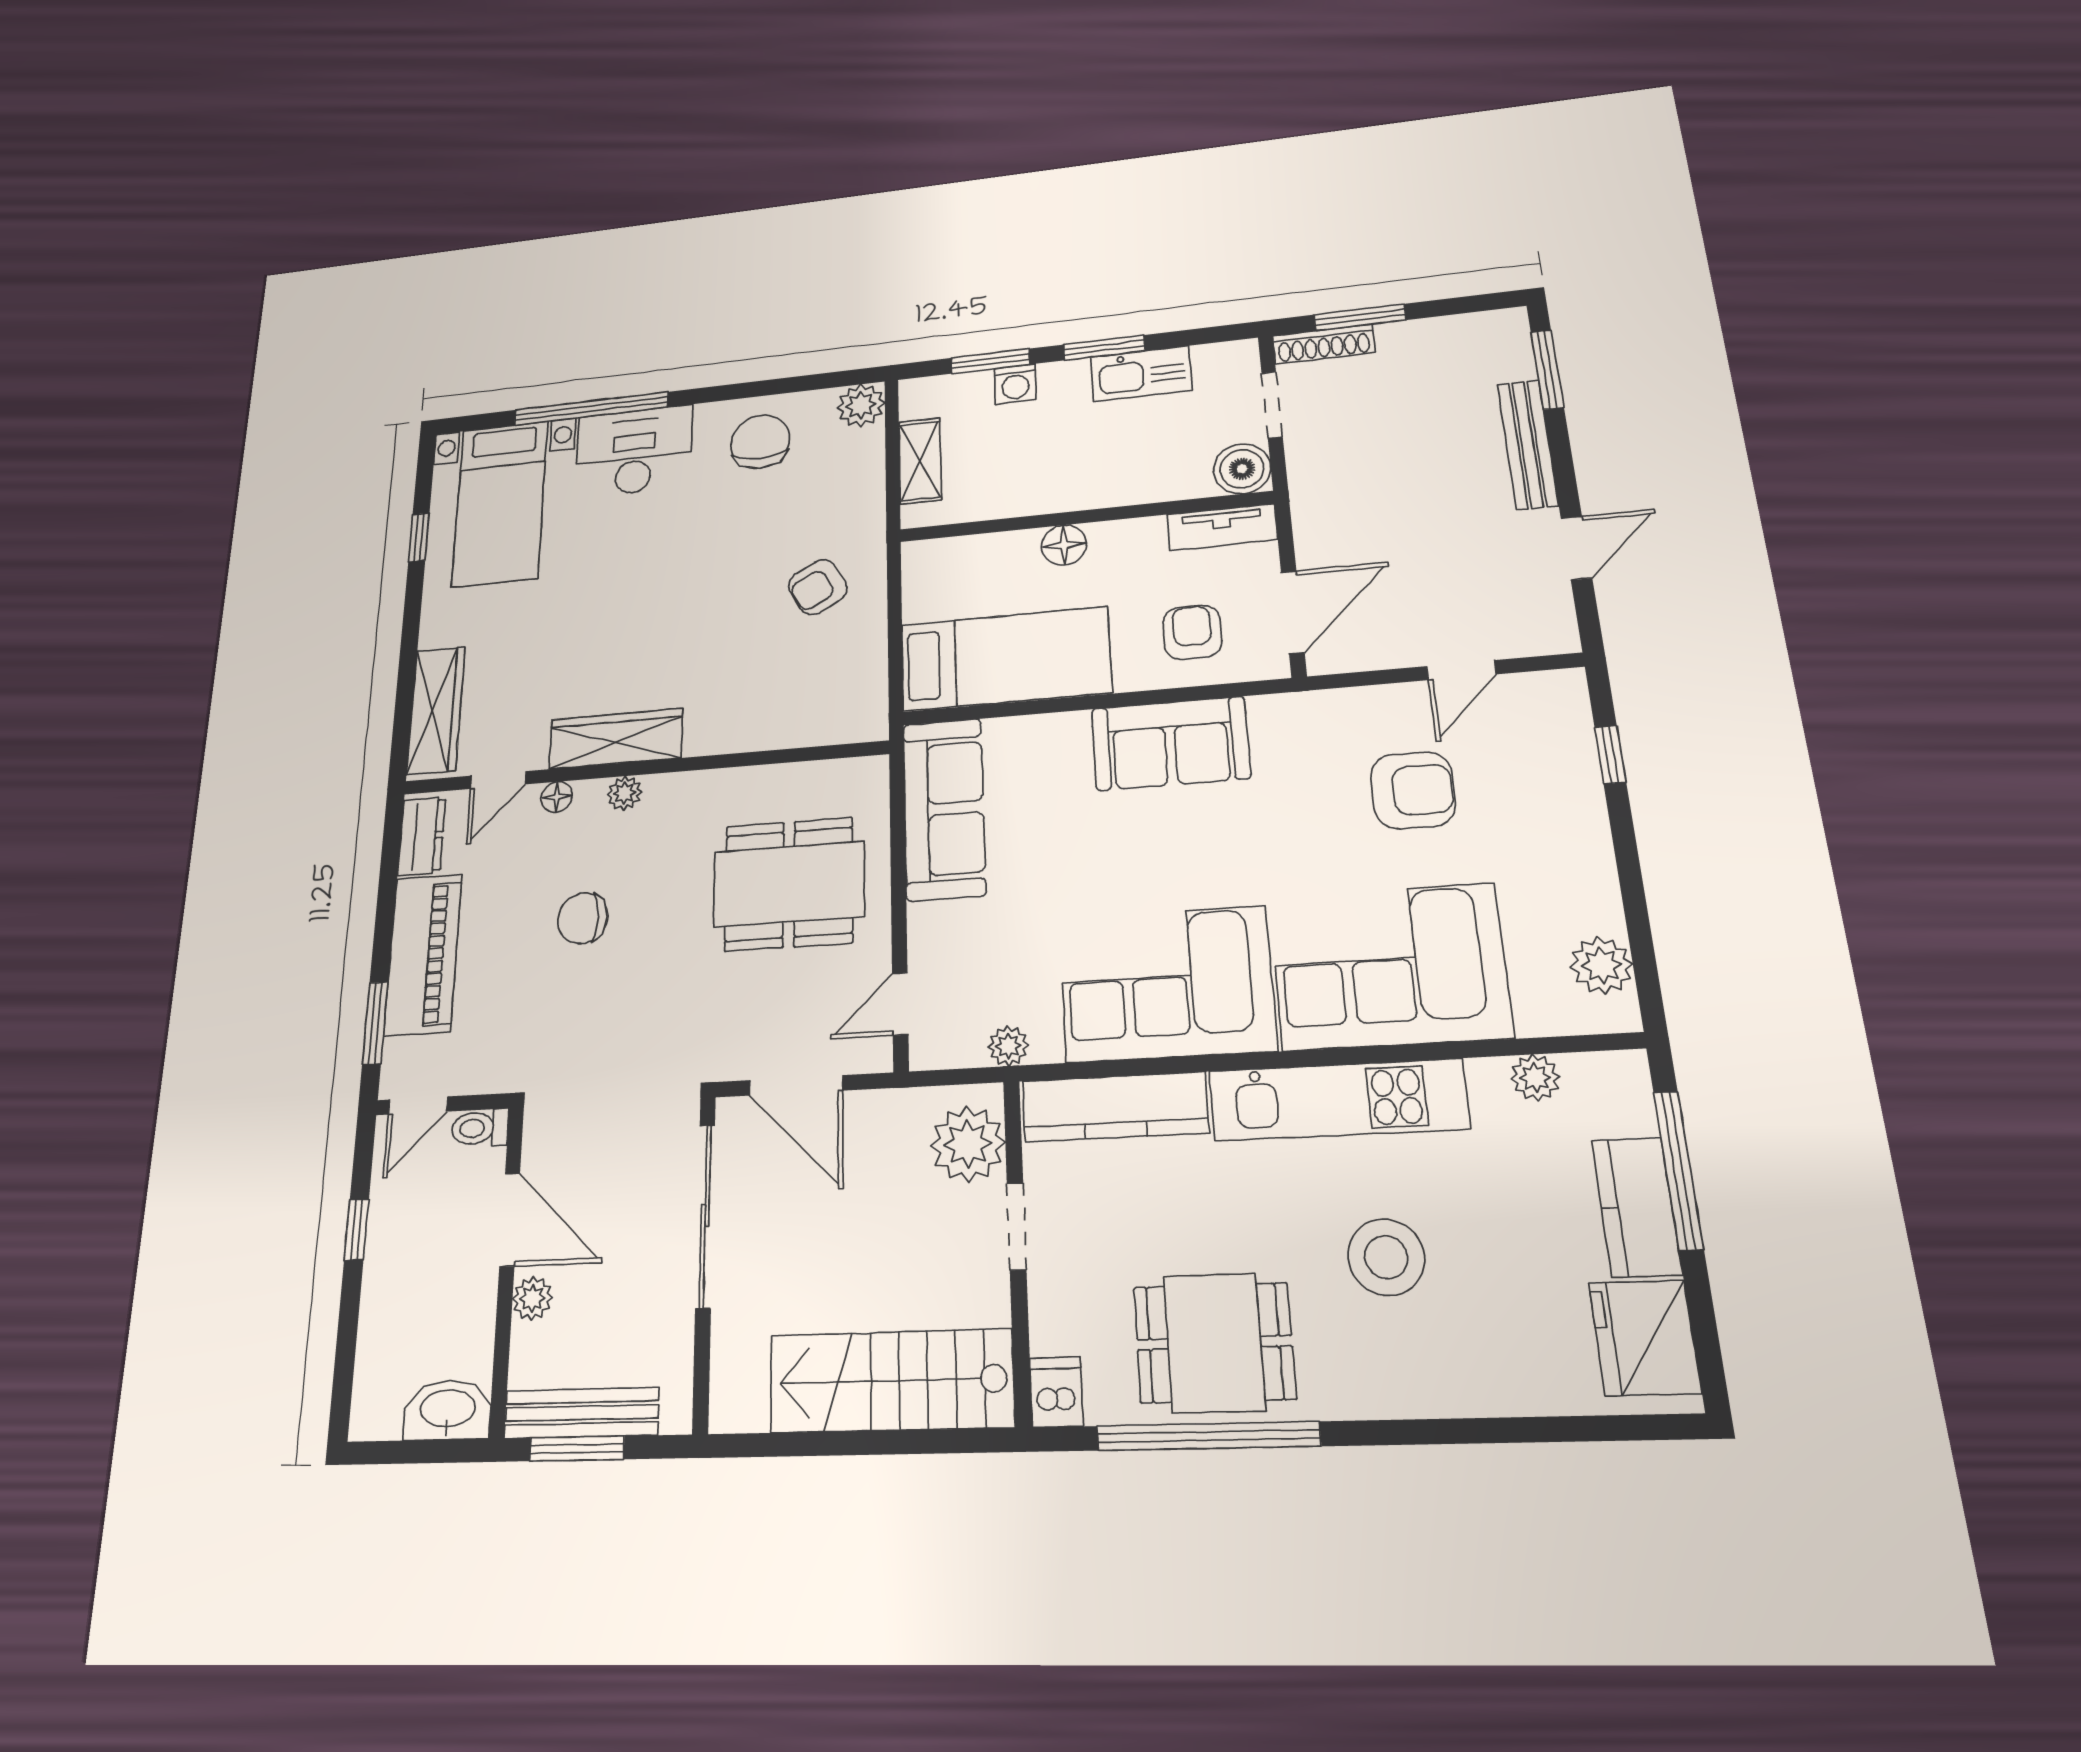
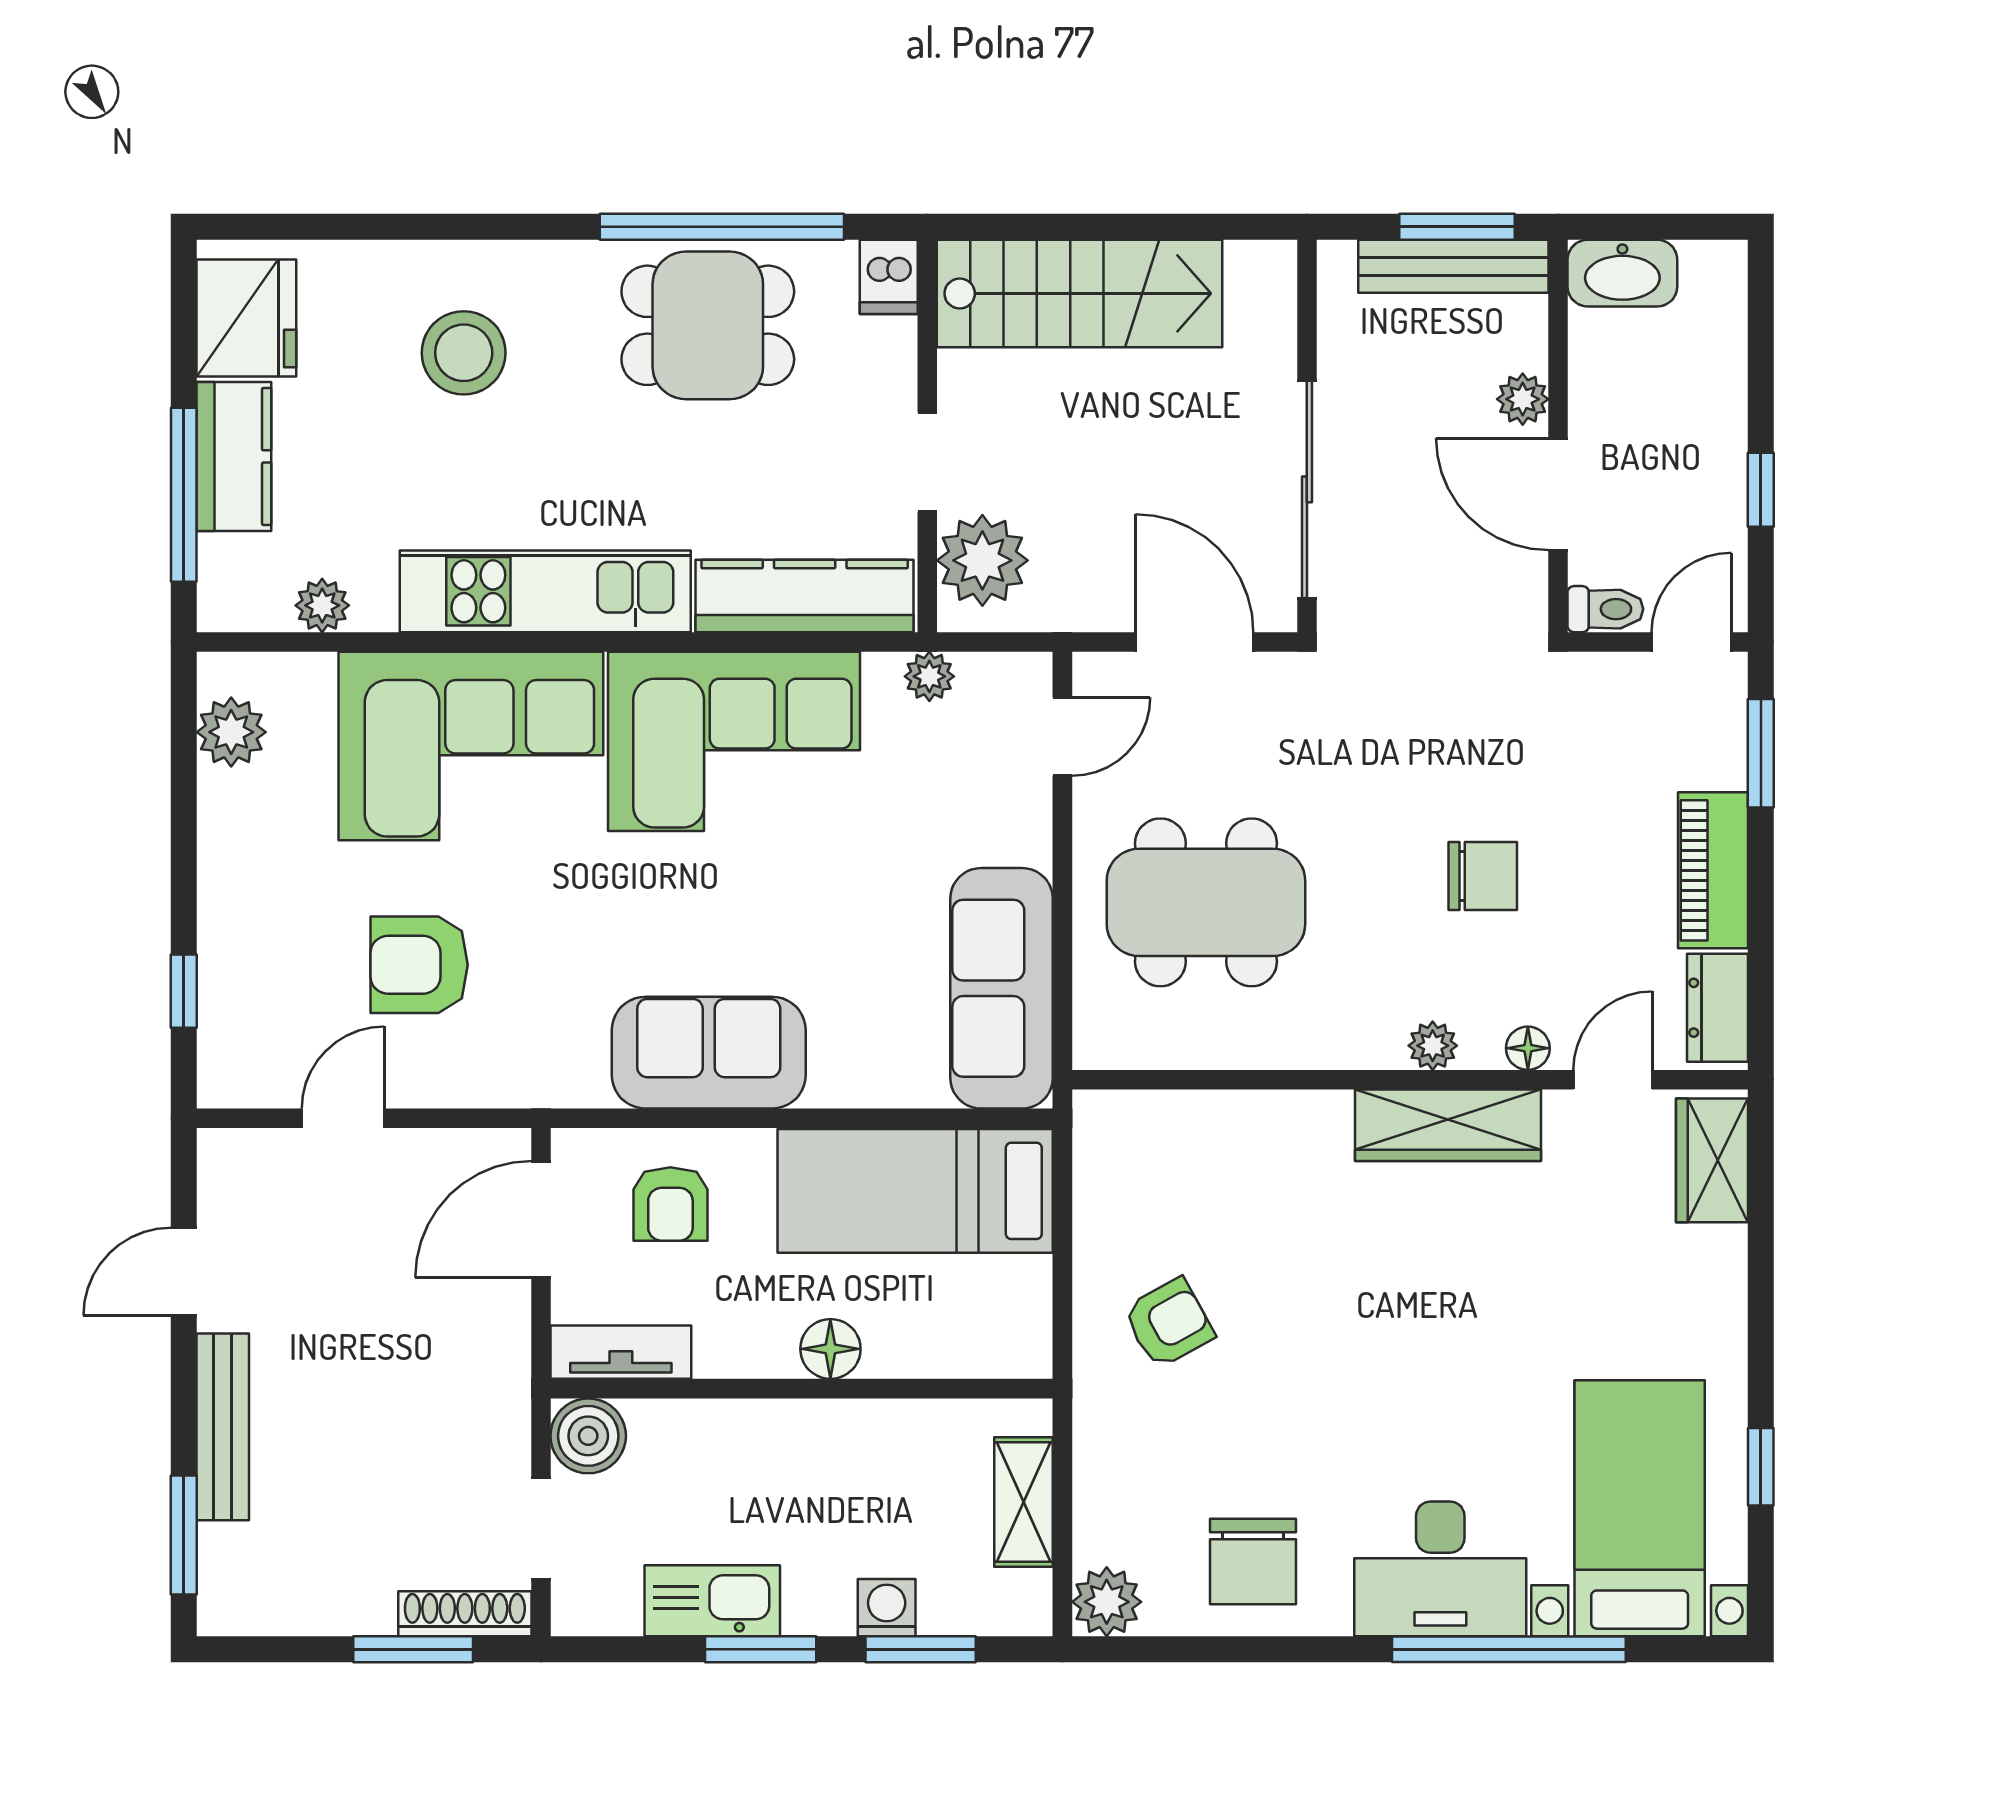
wardrobe: (436, 710) -> (1712, 1160), width x0.67
piano: (423, 954) -> (1713, 870), width x0.73, depth x0.75
stool: (1386, 1257) -> (464, 353), moved

